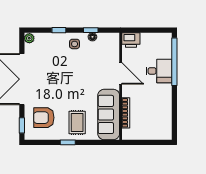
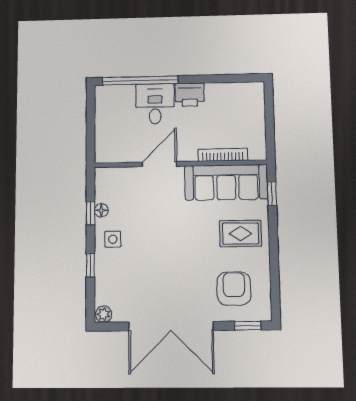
printer: (131, 40) -> (190, 95), moved, turned 90
armchair: (44, 118) -> (234, 289), turned 180
window: (68, 142) -> (272, 194), moved

